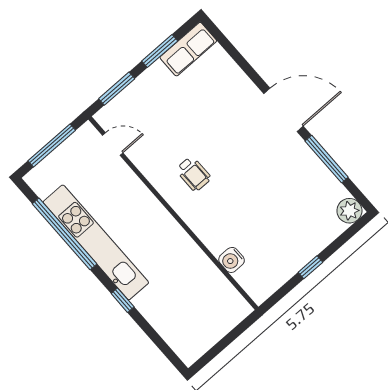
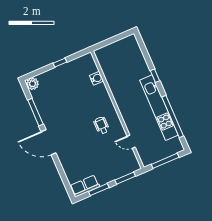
door: (113, 144) -> (131, 142), moved

